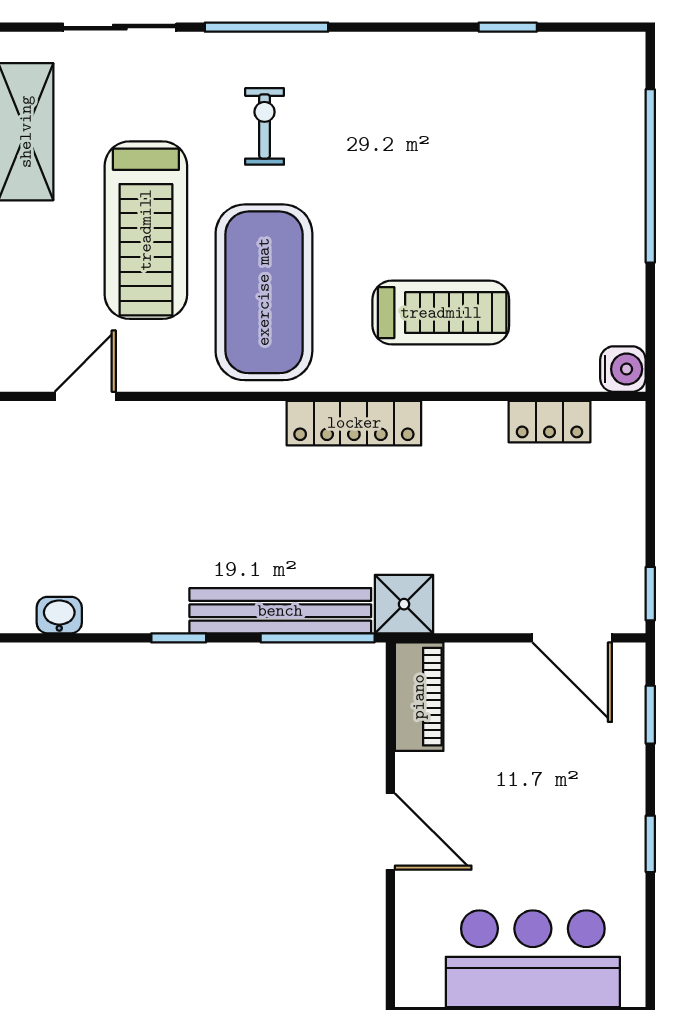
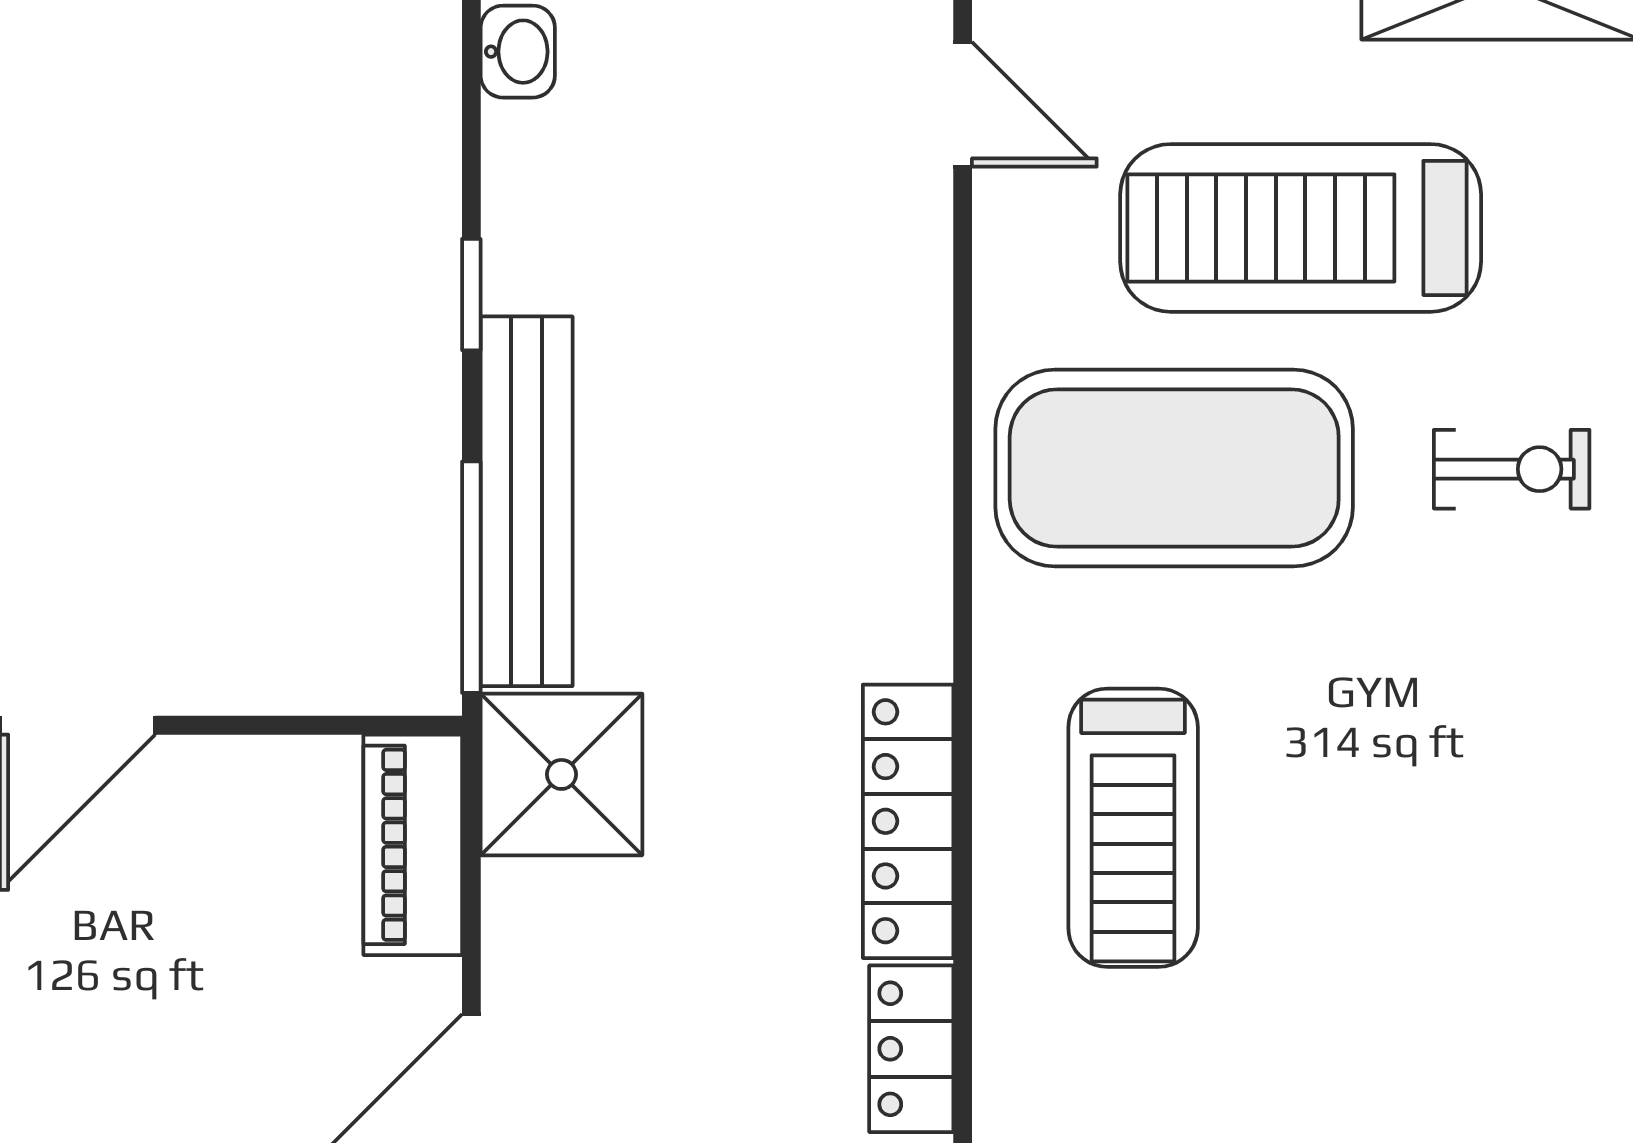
locker: (354, 423) -> (908, 821), moved
shower: (404, 604) -> (561, 774), width x1.36, depth x1.36
piano: (419, 697) -> (413, 845), moved, turned 90

